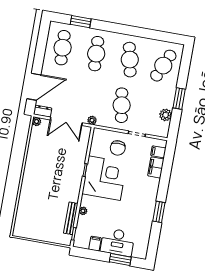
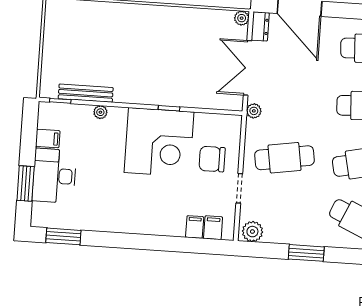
plant: (166, 115) -> (252, 232), moved
filing cabinet: (156, 167) -> (195, 227), width x0.50
window: (159, 212) -> (63, 236), moved

